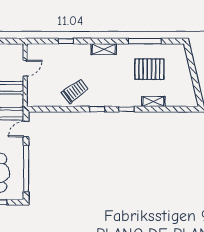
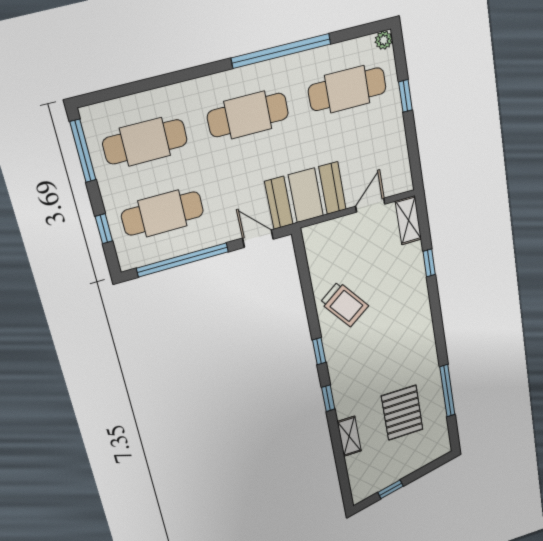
shelving: (104, 49) -> (408, 220), moved
door: (25, 68) -> (370, 205), swing flipped
window: (196, 83) -> (391, 489), added

